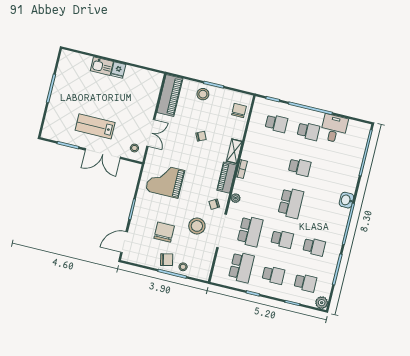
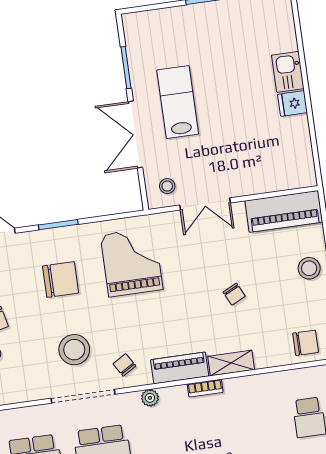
chair: (164, 232) -> (61, 280), moved

